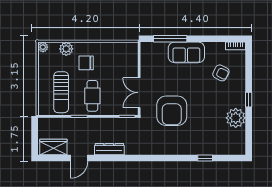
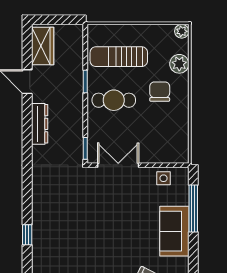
side table: (148, 60) -> (163, 178), added
armchair: (172, 111) -> (93, 211), removed
window: (205, 158) -> (27, 235), moved

